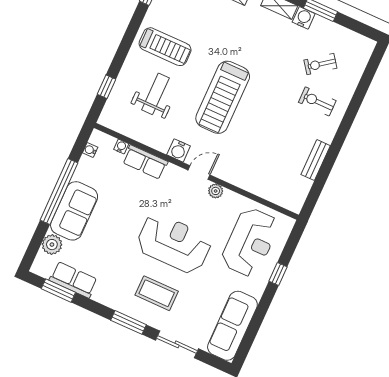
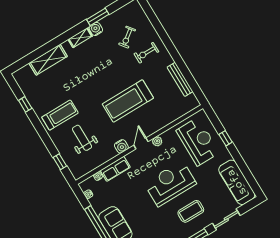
treadmill: (223, 97) -> (128, 101), moved, turned 90
bench: (316, 160) -> (180, 79), width x1.36

